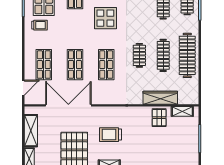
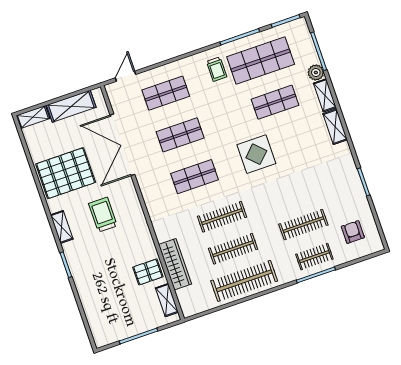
clothes rail: (139, 55) -> (222, 217), width x1.36
door: (23, 88) -> (125, 76), swing flipped
double door: (68, 105) -> (122, 145), swing flipped

